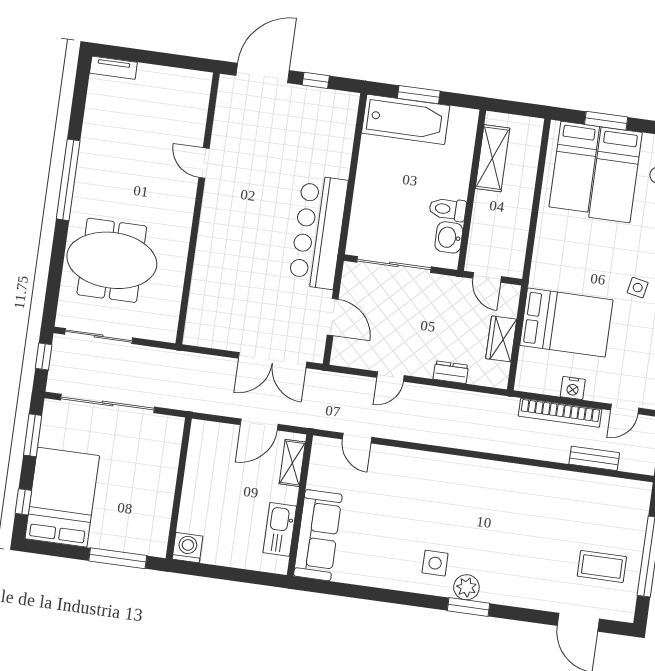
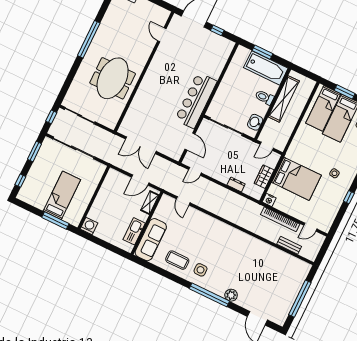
bathtub: (406, 119) -> (266, 68), moved
shelving: (492, 158) -> (284, 99), width x1.47
door: (204, 163) -> (162, 35), moved
toilet: (448, 209) -> (264, 97), moved
meeting table: (112, 260) -> (113, 78), moved, turned 90
door: (487, 277) -> (267, 146), hinge flipped
double door: (273, 360) -> (141, 145), moved
door: (390, 377) -> (195, 171), moved
nightstand: (573, 388) -> (269, 200), moved
bed: (62, 497) -> (62, 195), moved, width x0.67
coffee table: (602, 566) -> (177, 260), moved
plant: (466, 587) -> (231, 295), moved
window: (468, 607) -> (209, 295), width x2.11

